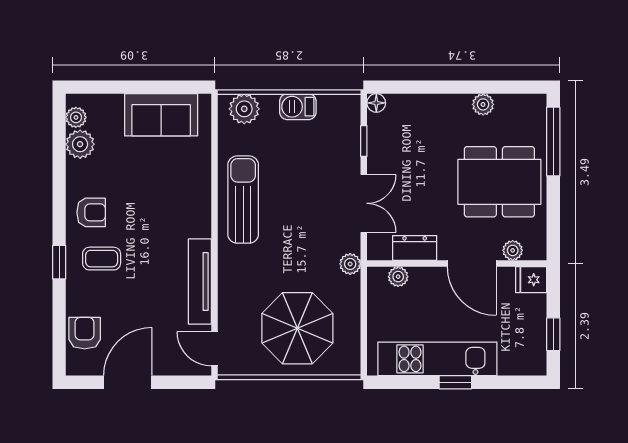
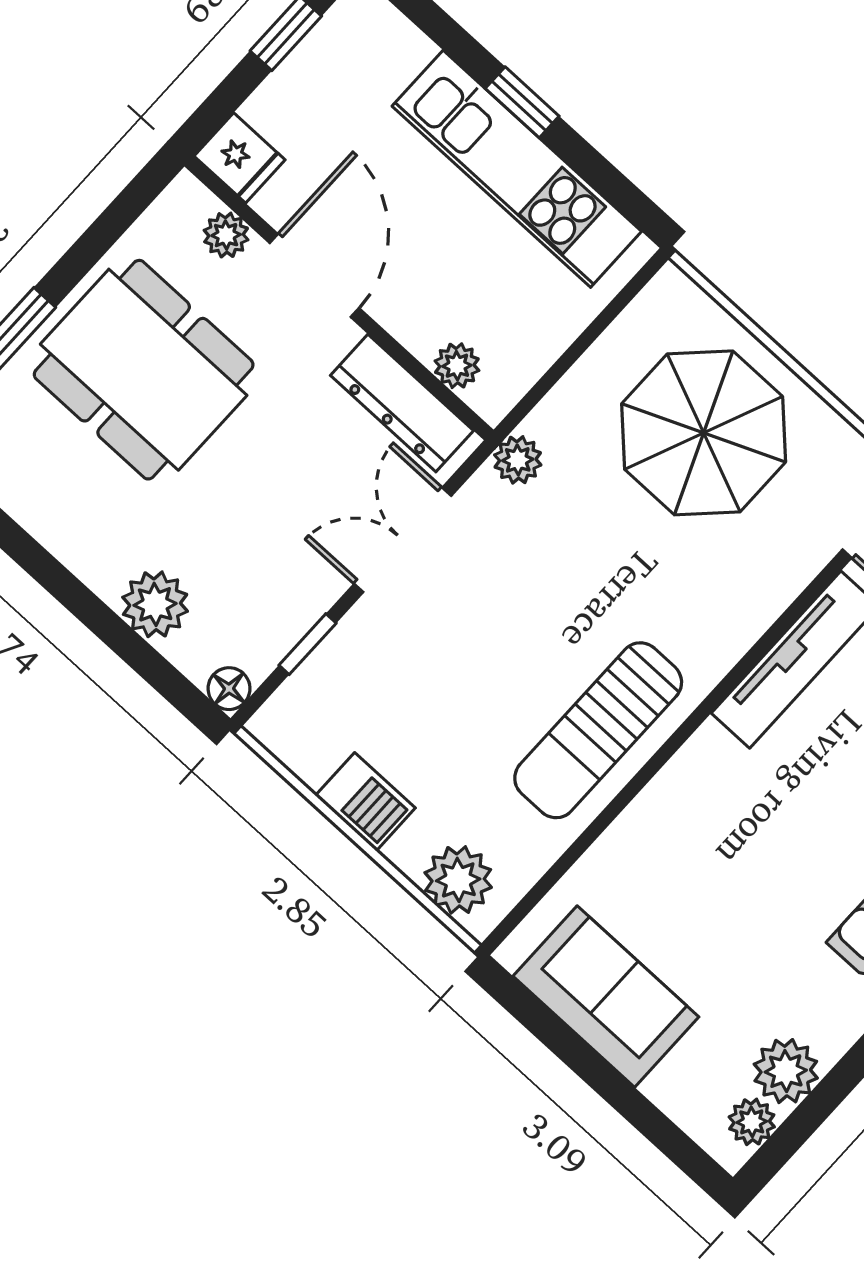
plant: (483, 104) -> (155, 604), moved, width x1.38, depth x1.38
dresser: (415, 248) -> (402, 403), width x1.44

